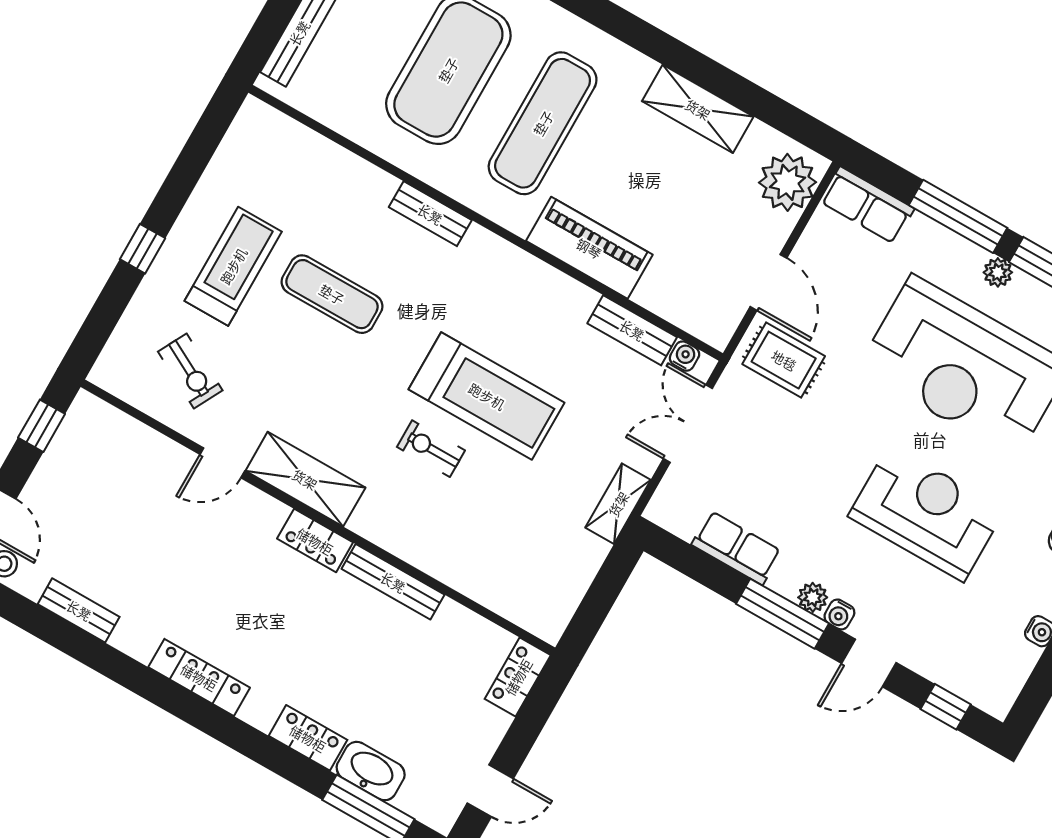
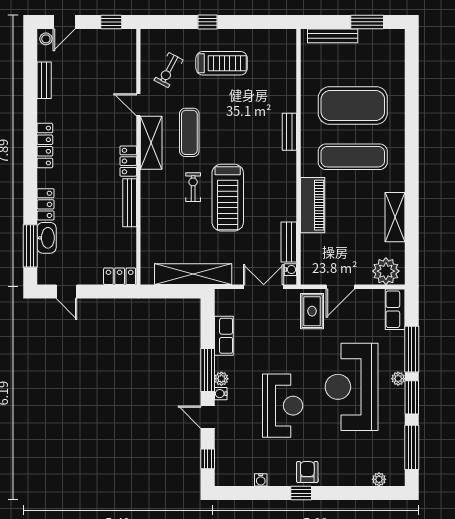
exercise mat: (332, 294) -> (189, 132), moved
shelving: (618, 504) -> (193, 274), width x2.20, depth x1.33

